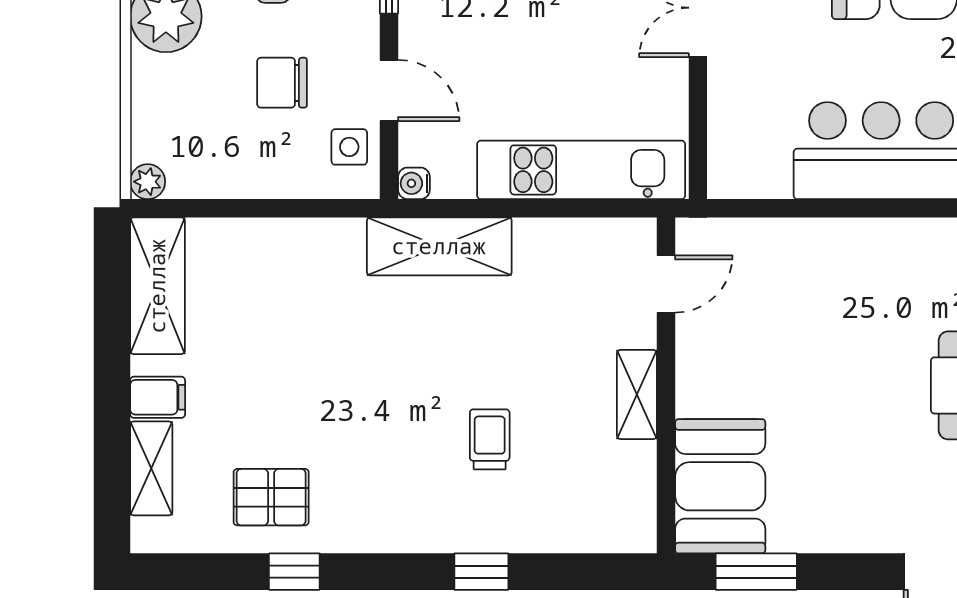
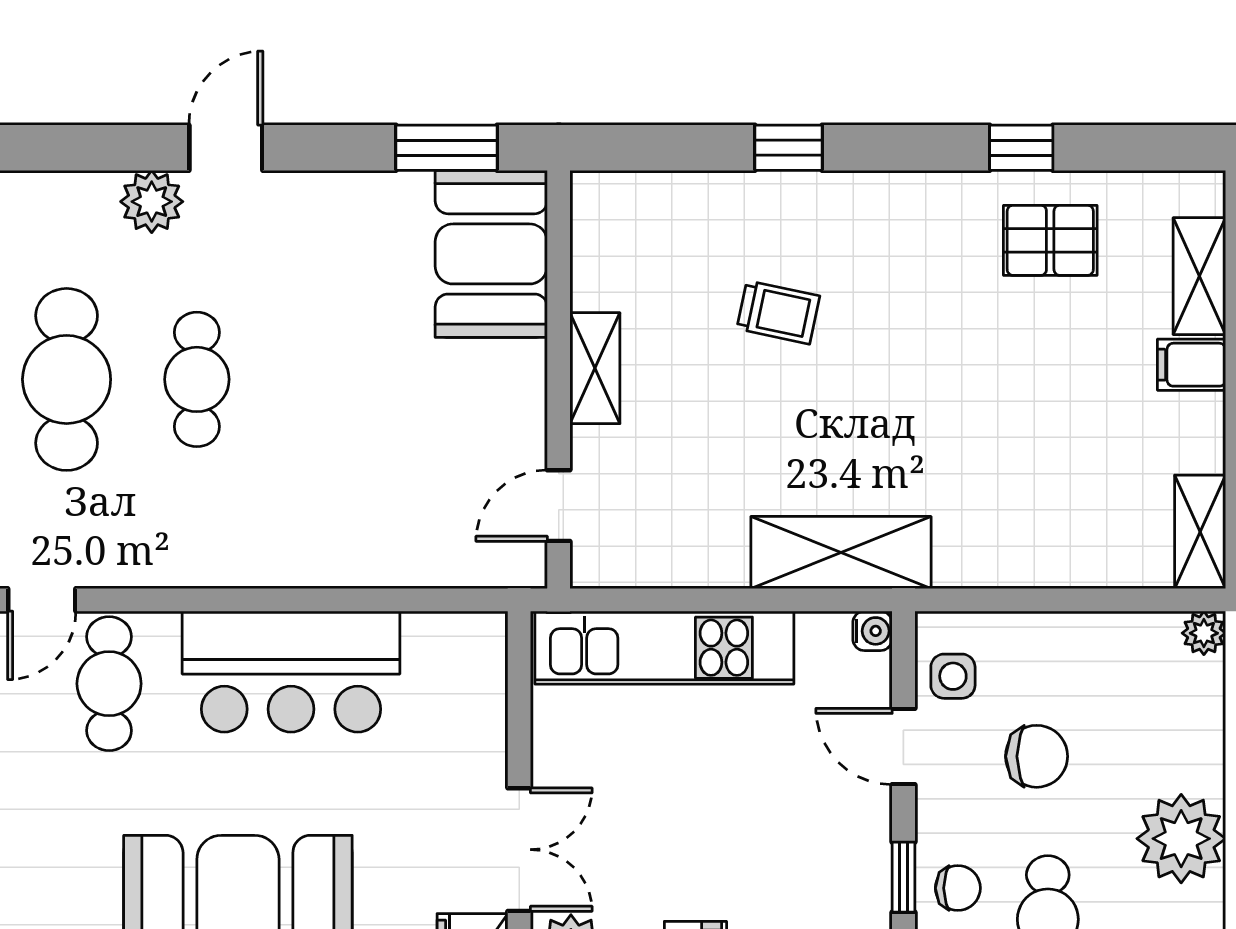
shelving: (157, 286) -> (1200, 532), width x0.67, depth x0.75
trolley: (490, 439) -> (778, 312), turned -78

